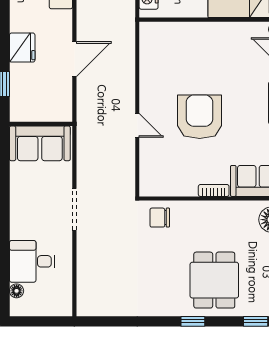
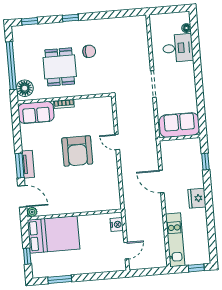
fridge: (22, 48) -> (197, 198), moved
door: (74, 59) -> (161, 181), hinge flipped
chair: (160, 218) -> (89, 51), moved
dining table: (214, 280) -> (60, 67), moved

